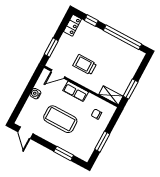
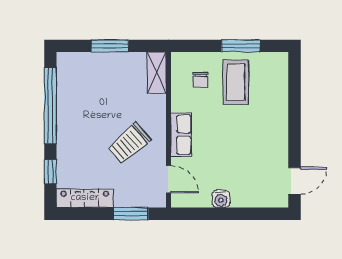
locker: (73, 25) -> (85, 198), width x1.53
trolley: (85, 65) -> (129, 143), turned 49
window: (131, 89) -> (110, 46), moved
coffee table: (60, 119) -> (236, 82), moved, width x0.73, depth x0.76
window: (64, 153) -> (294, 99), removed

